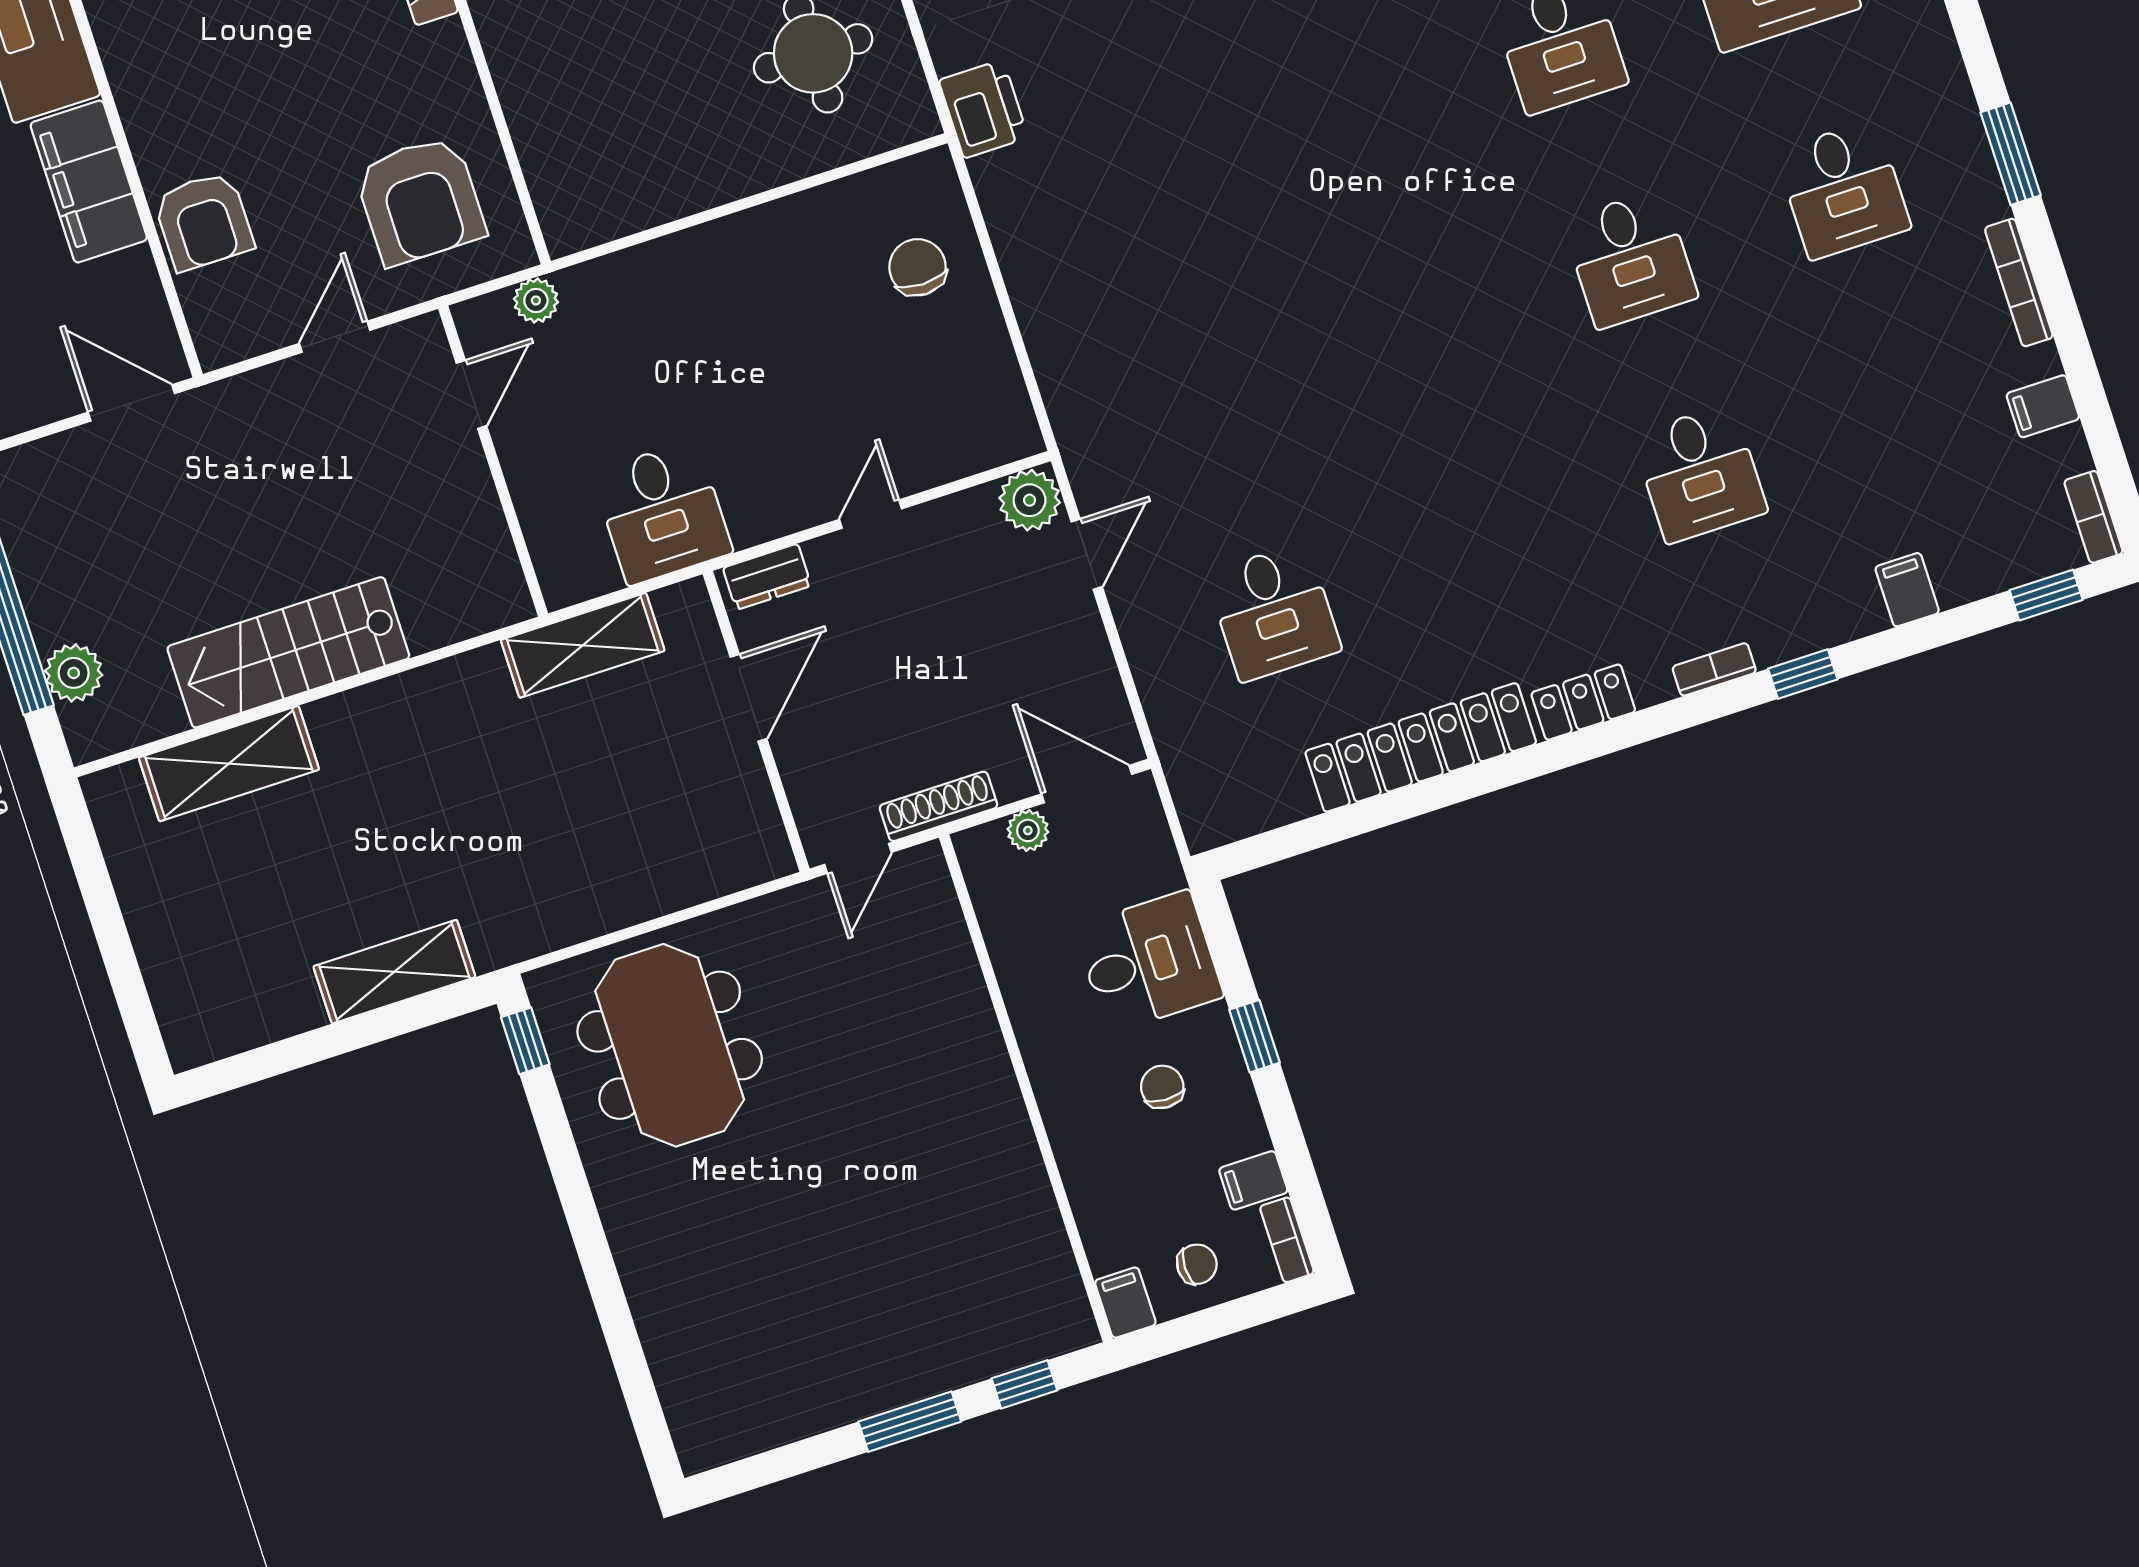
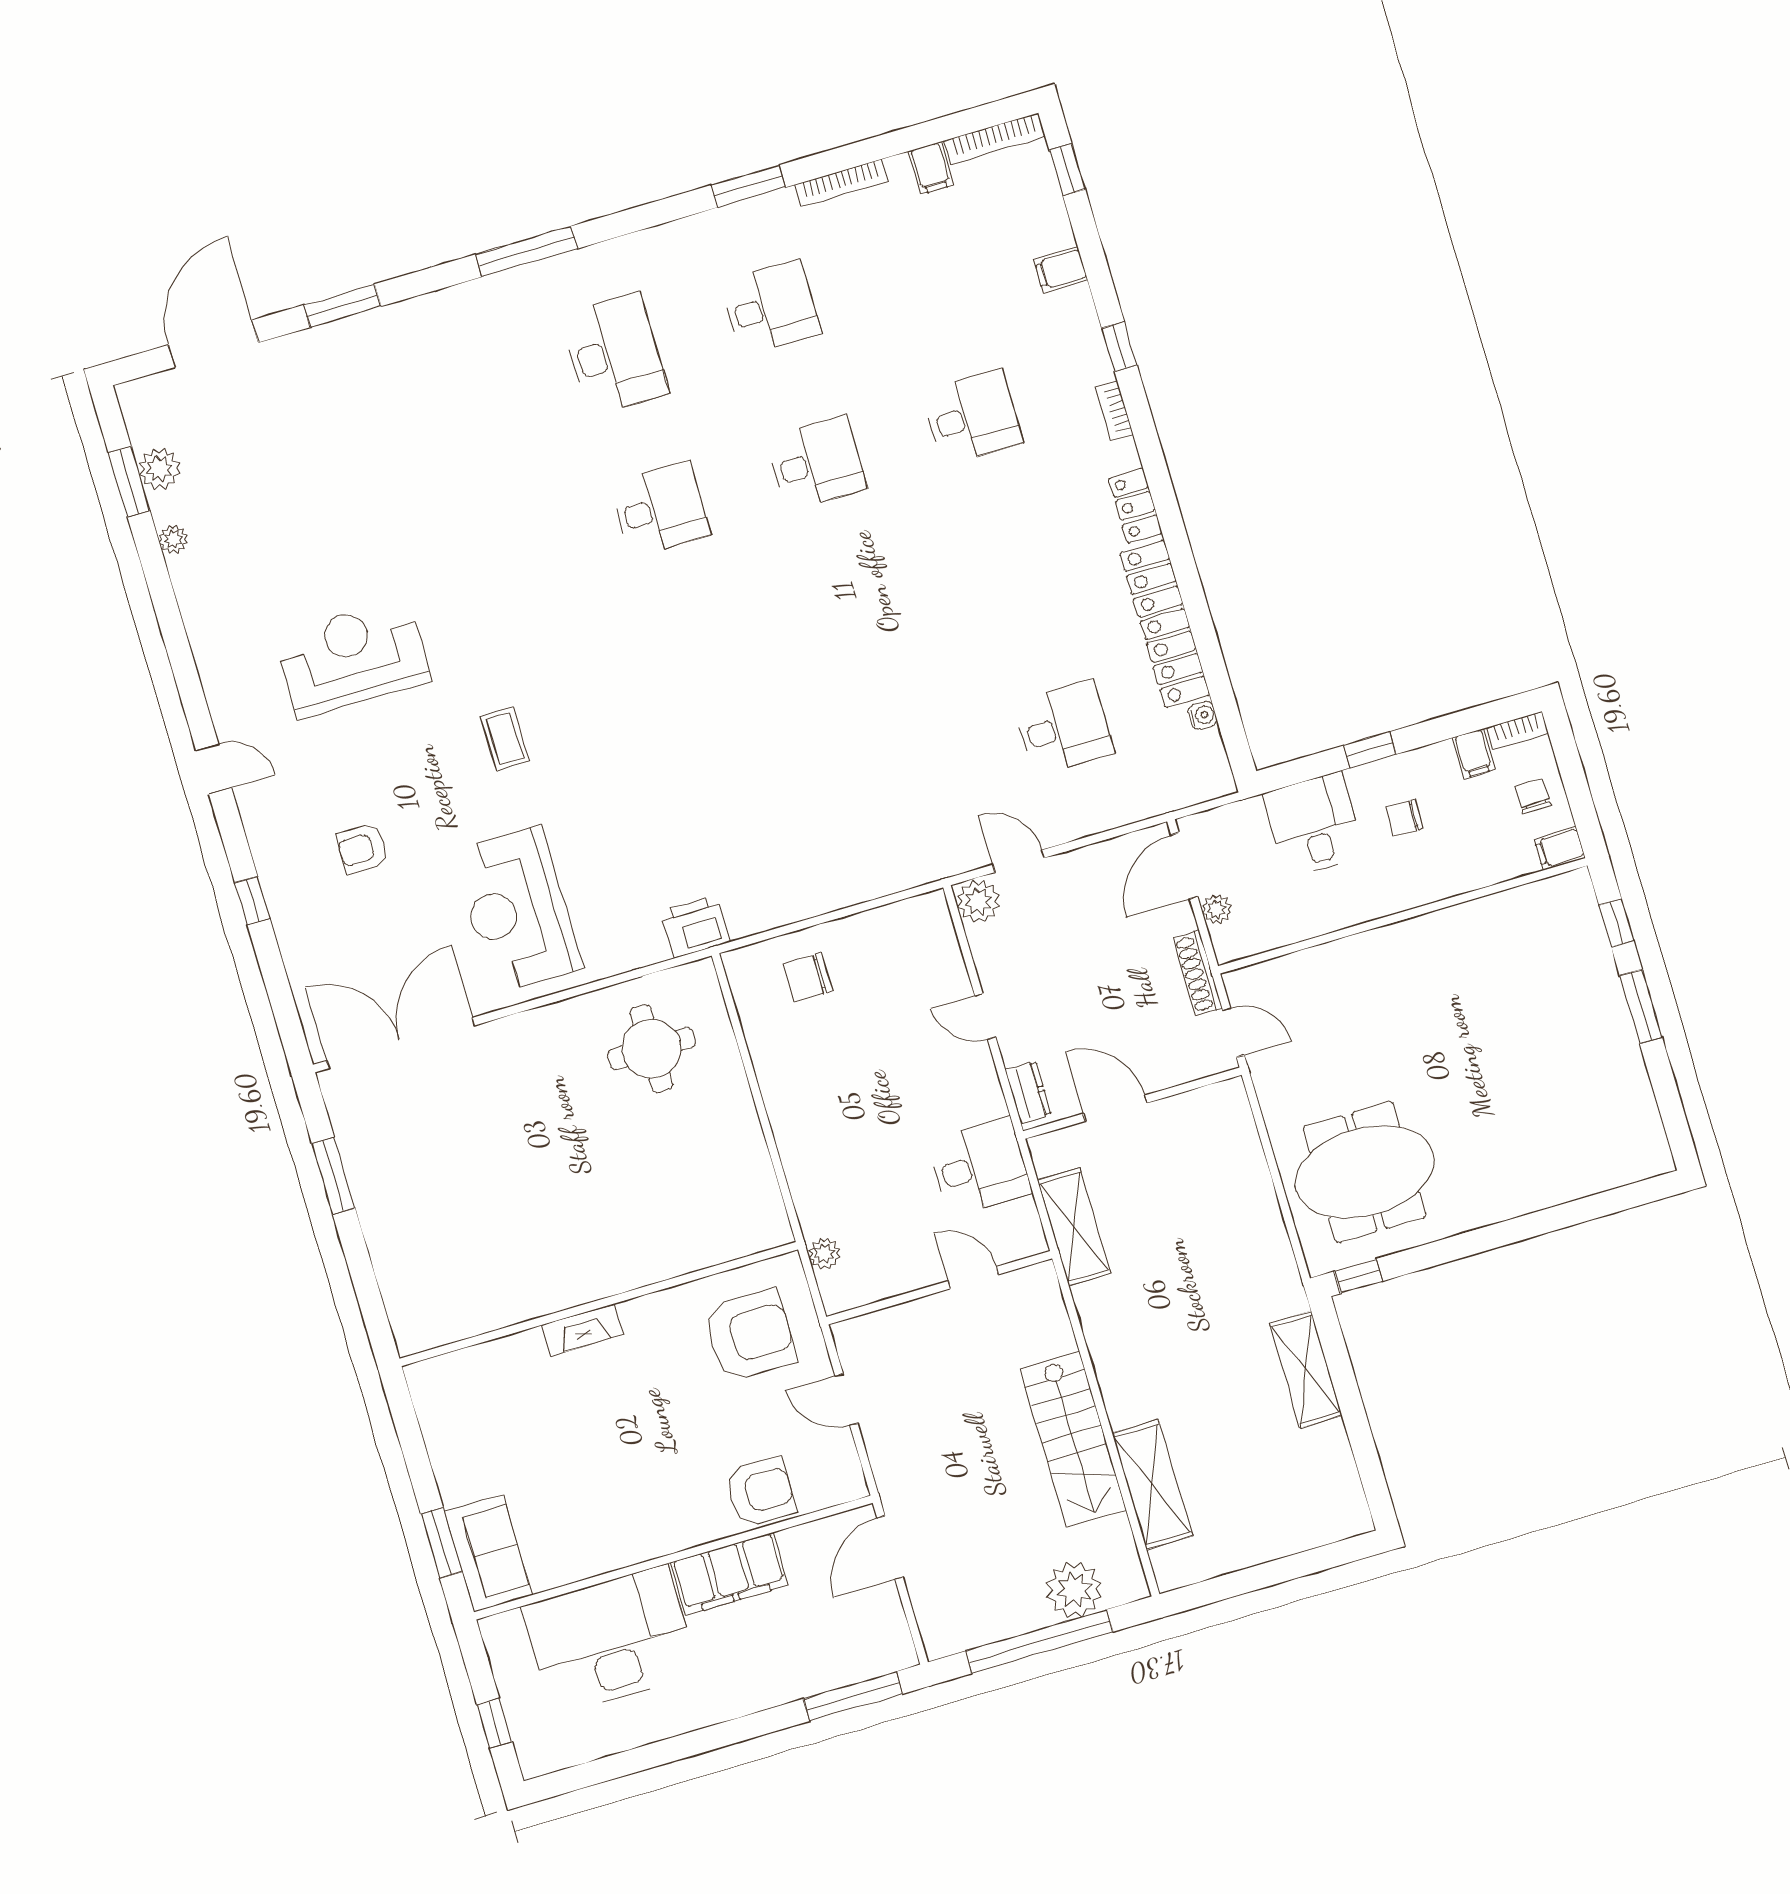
door: (471, 394) -> (973, 1278), moved
bookcase: (2094, 517) -> (995, 139), width x1.56
plant: (74, 673) -> (1074, 1590), width x1.36, depth x1.36
water cooler: (1296, 803) -> (1203, 715), added

